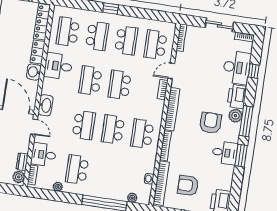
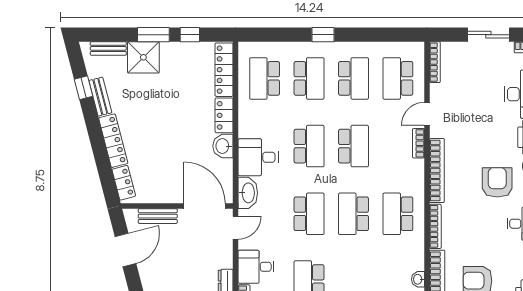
desk: (58, 66) -> (258, 157), moved
school desk: (90, 81) -> (309, 146), turned 180
school desk: (120, 85) -> (353, 146), turned 180
door: (34, 127) -> (236, 228), hinge flipped

